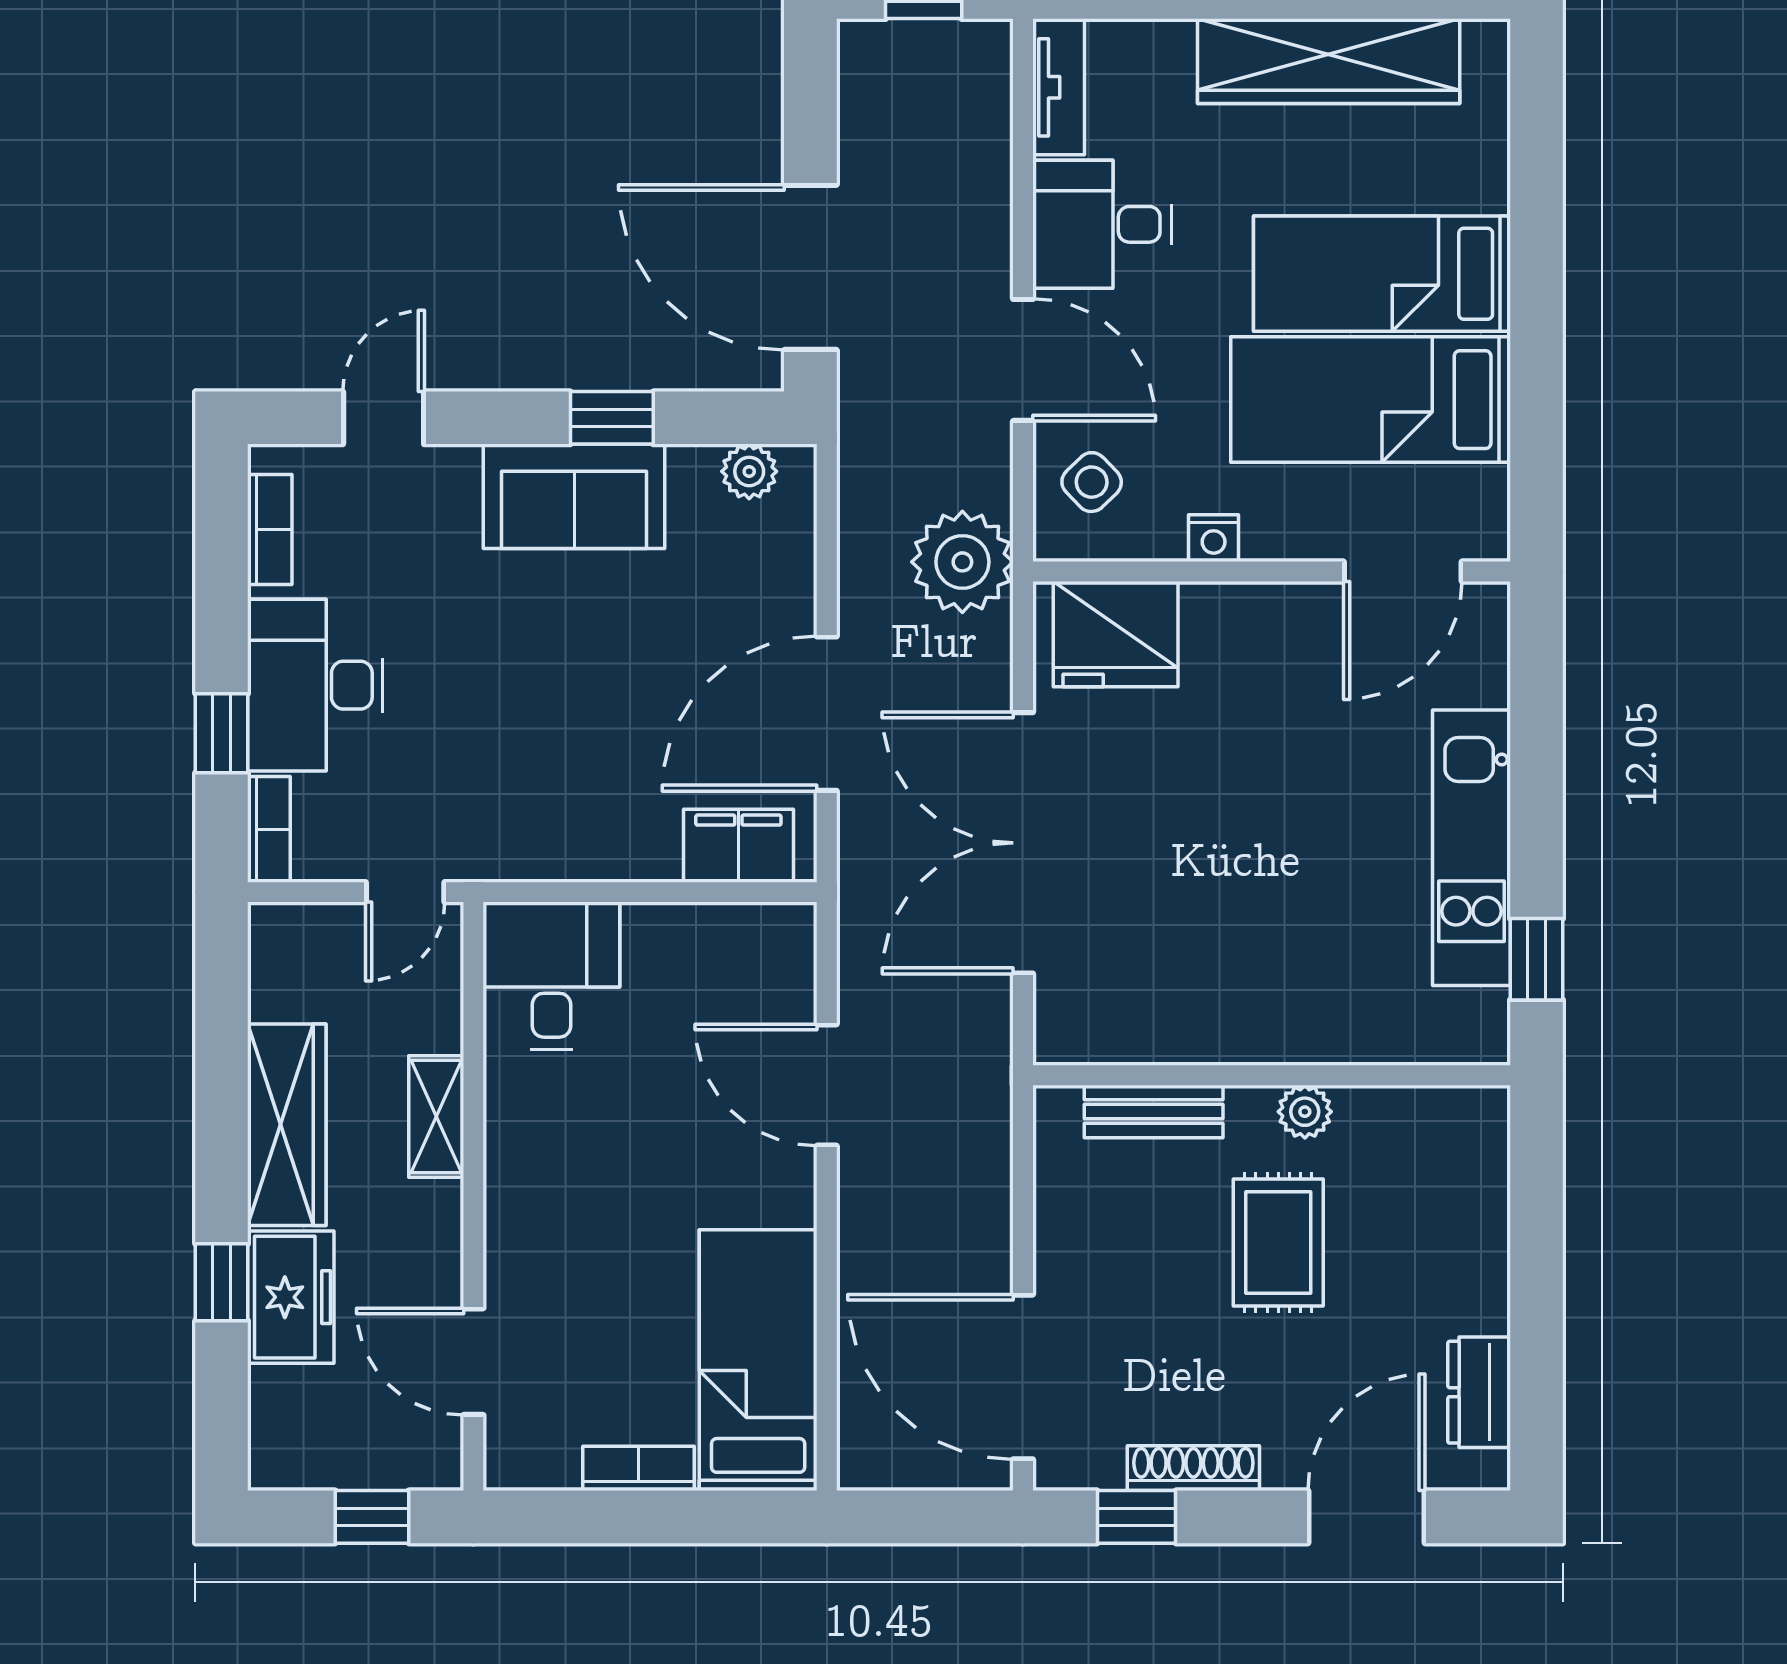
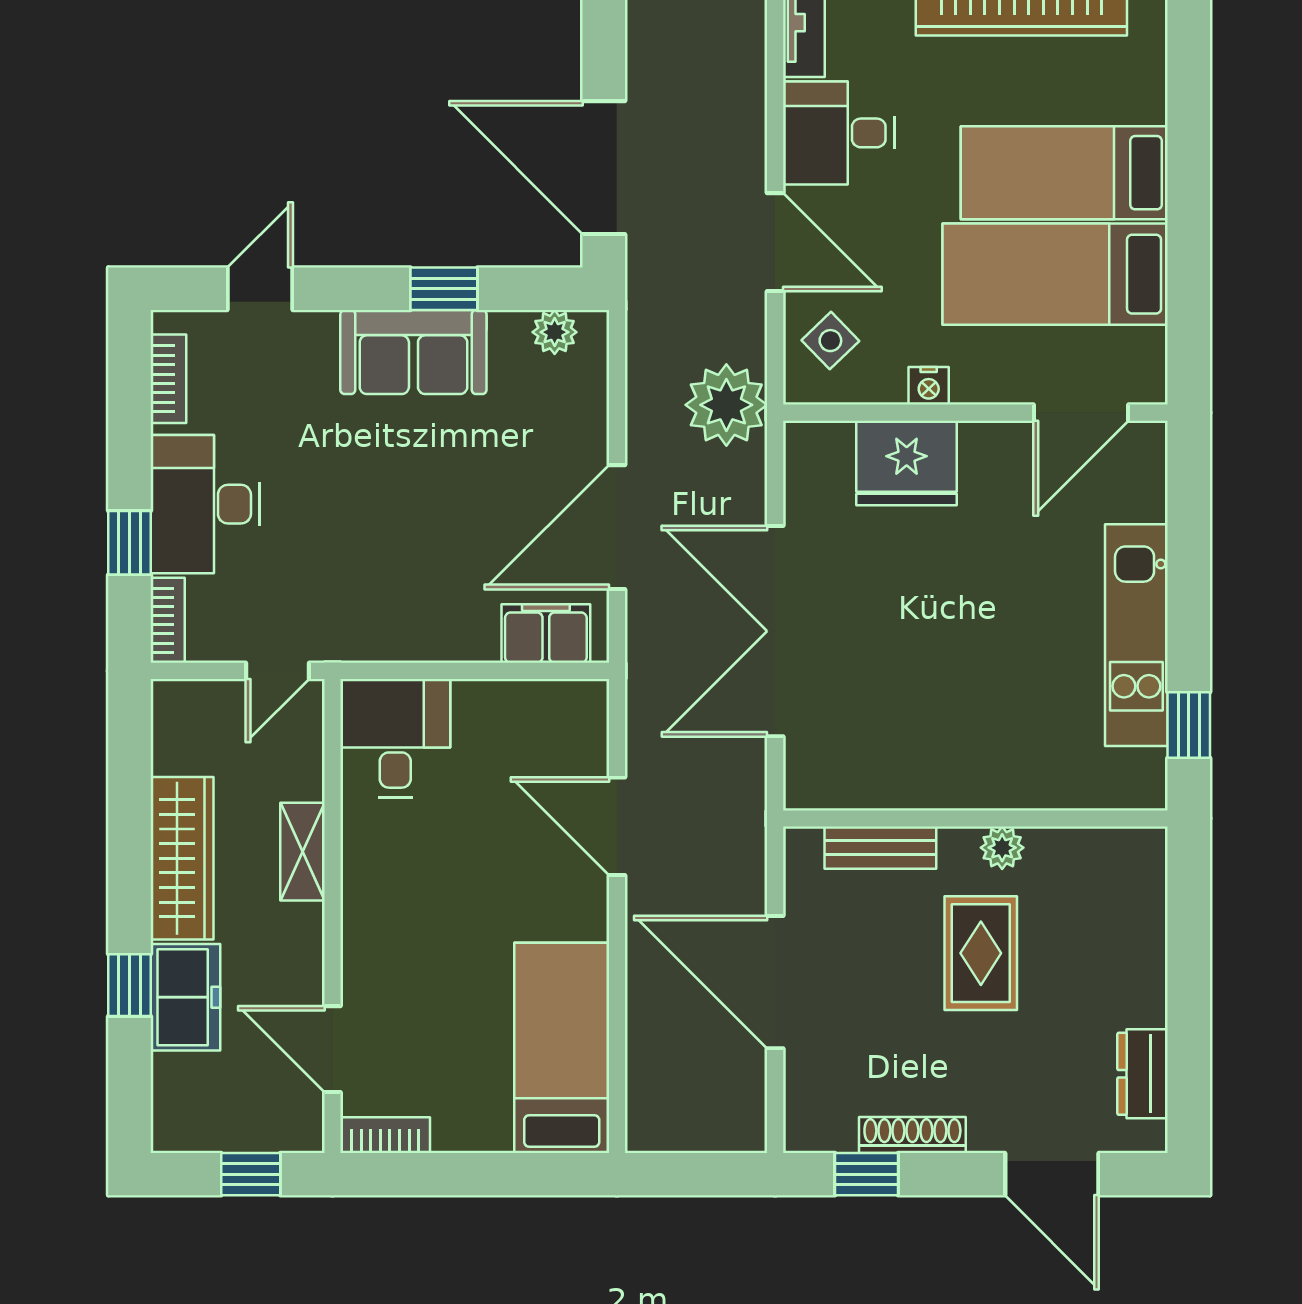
fridge: (1116, 634) -> (907, 463), moved
door: (1023, 1377) -> (775, 982), moved
bookcase: (638, 1468) -> (385, 1135), moved
door: (1366, 1517) -> (1052, 1174), swing flipped

